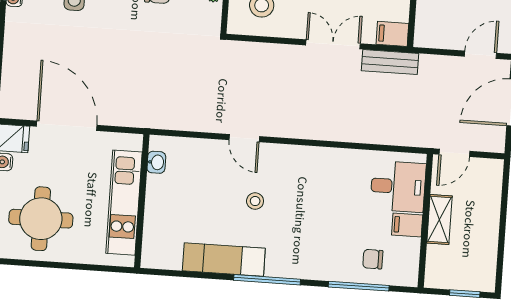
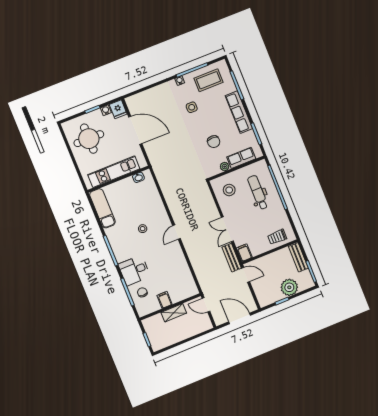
double door: (333, 44) -> (227, 229), swing flipped
door: (481, 55) -> (246, 275), moved
door: (67, 126) -> (135, 130), hinge flipped
door: (244, 138) -> (176, 232), moved
desk: (398, 186) -> (134, 270), moved, turned 90
exam couch: (224, 259) -> (102, 208), moved

